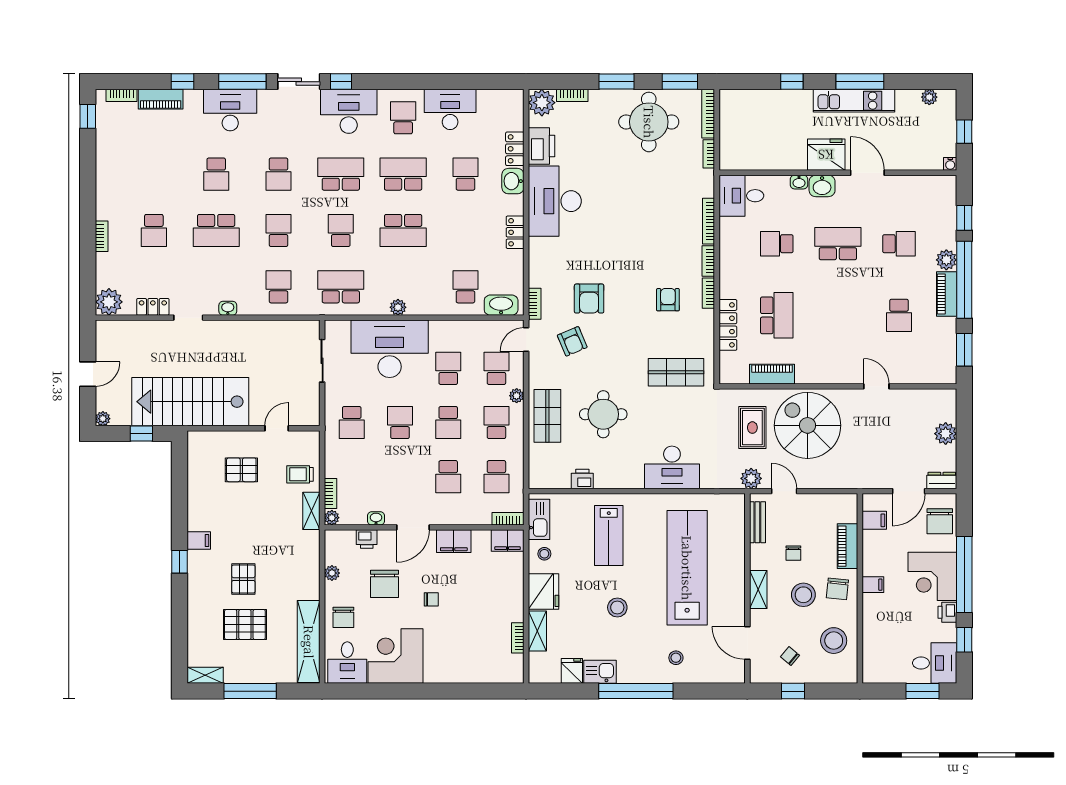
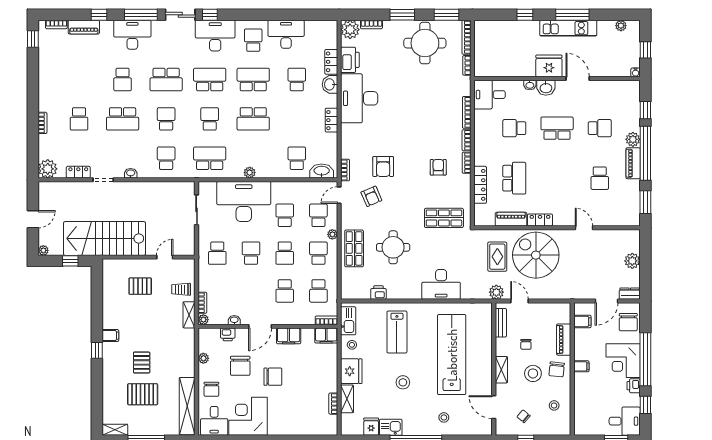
school desk: (278, 174) -> (166, 79), width x1.85
locker: (814, 375) -> (540, 220), added
chair: (431, 599) -> (273, 377), width x1.87, depth x1.87
stool: (834, 641) -> (554, 405), width x0.53, depth x0.53

